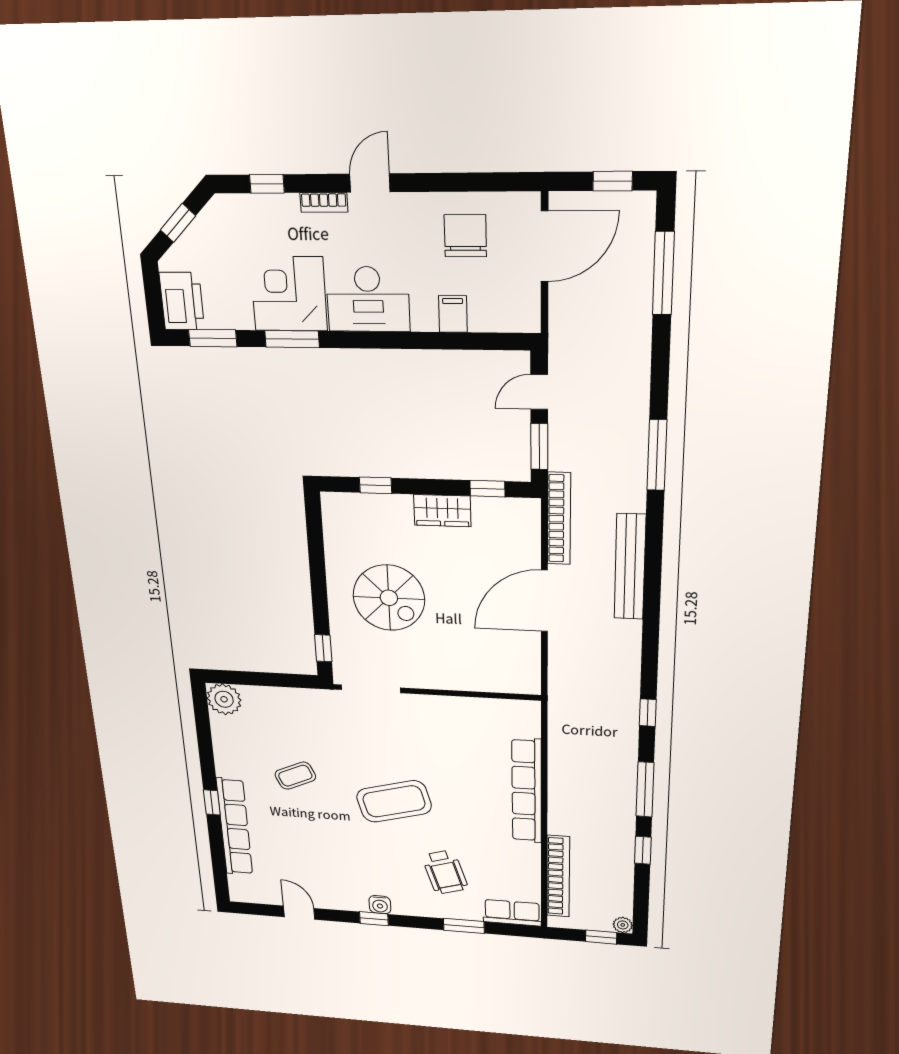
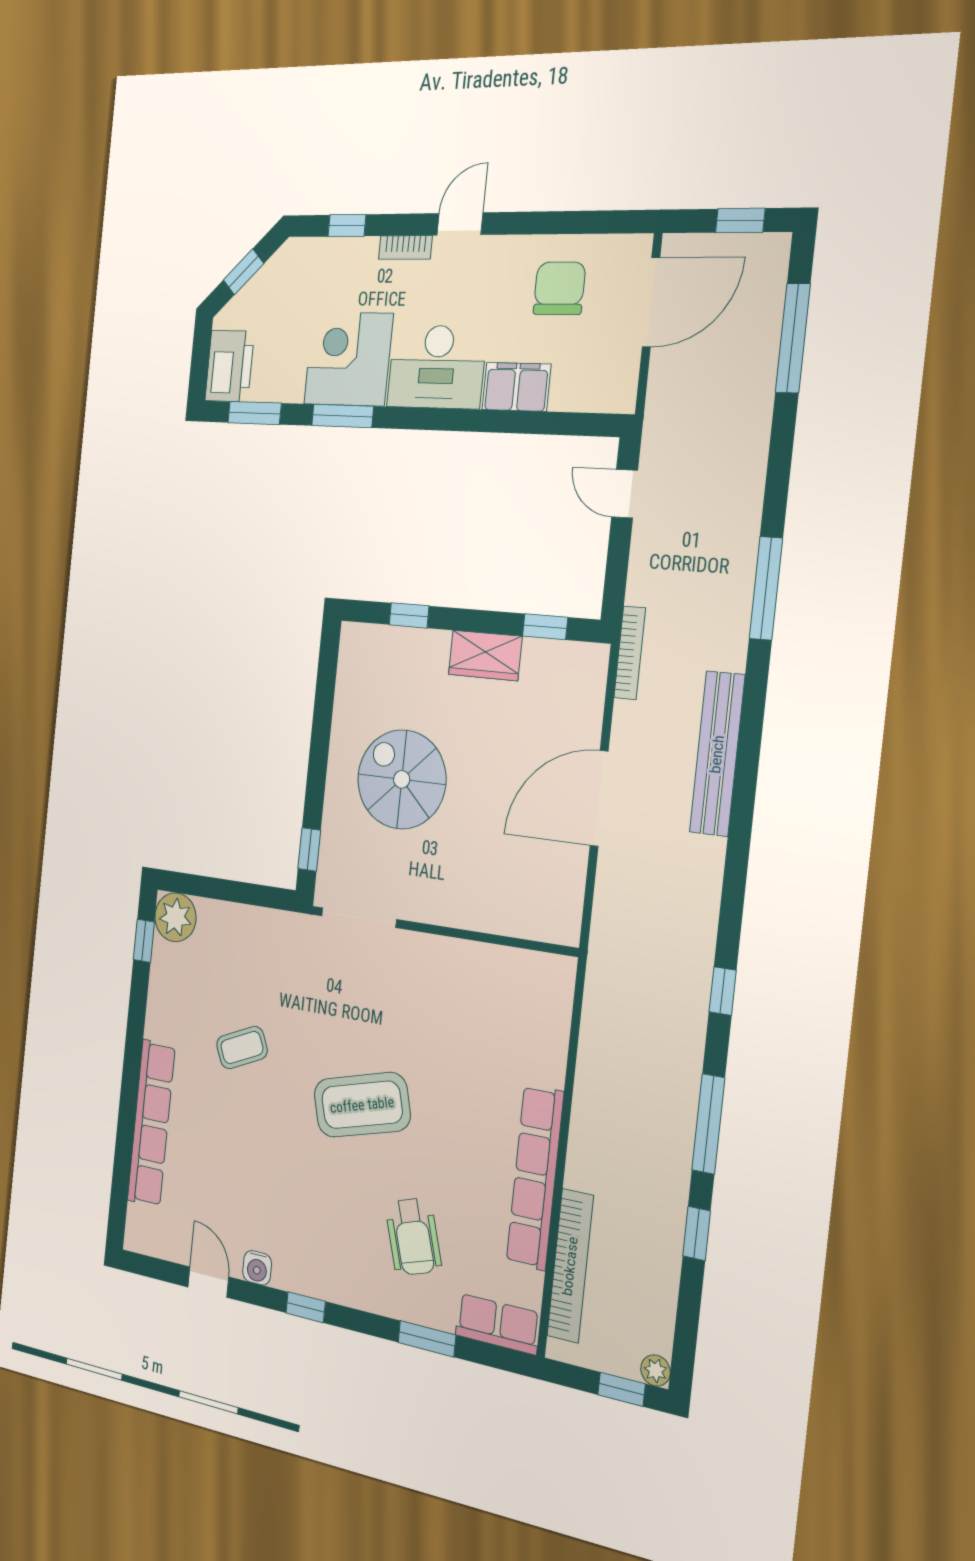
filing cabinet: (453, 314) -> (516, 387), width x2.00
door: (539, 392) -> (624, 494), hinge flipped
window: (539, 446) -> (617, 570), removed
bookcase: (559, 519) -> (630, 653), width x0.68, depth x0.76
spiral stairs: (389, 598) -> (402, 779), turned 180
row of seats: (527, 791) -> (535, 1177), moved
window: (212, 802) -> (144, 941), moved
water cooler: (380, 905) -> (257, 1268), moved

